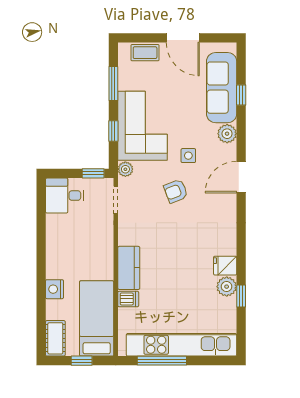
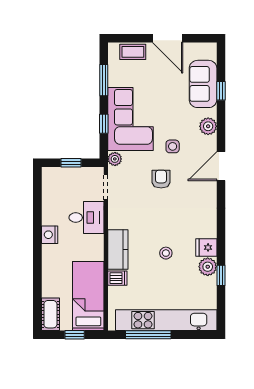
sofa: (222, 88) -> (203, 84), width x0.73
window: (93, 173) -> (71, 163), moved
armchair: (176, 191) -> (161, 179), turned 111
desk: (65, 196) -> (87, 218), moved, turned 180
stool: (181, 272) -> (166, 253), added
nightstand: (54, 289) -> (50, 235), moved

